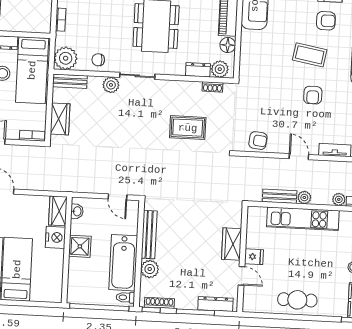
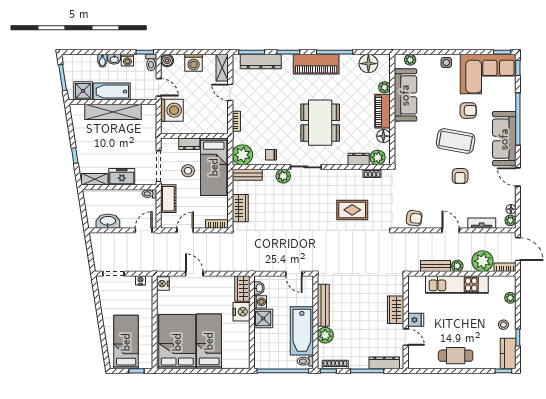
coffee table: (310, 55) -> (456, 141), width x1.36, depth x1.32
plant: (339, 199) -> (483, 261), width x1.87, depth x1.87
washing machine: (77, 227) -> (260, 302), added

